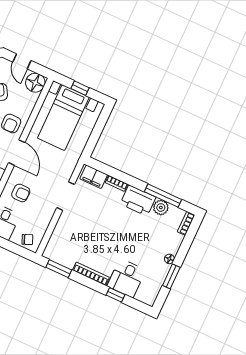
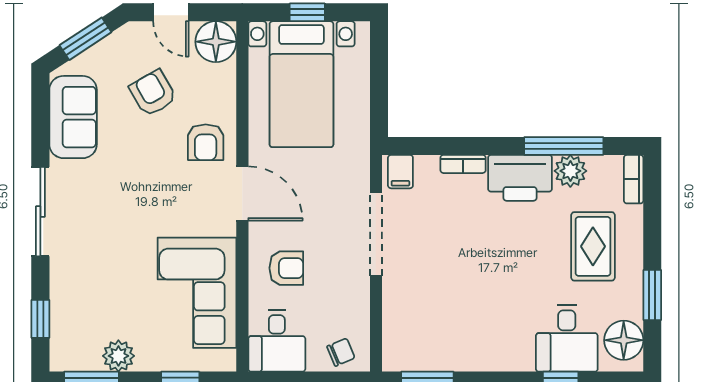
filing cabinet: (94, 177) -> (400, 172), width x0.50
doorway: (66, 196) -> (376, 234), width x1.36
rug: (156, 244) -> (593, 246), added
floor lamp: (169, 259) -> (624, 340), moved, width x1.89, depth x1.89
bookcase: (91, 274) -> (494, 362), removed

